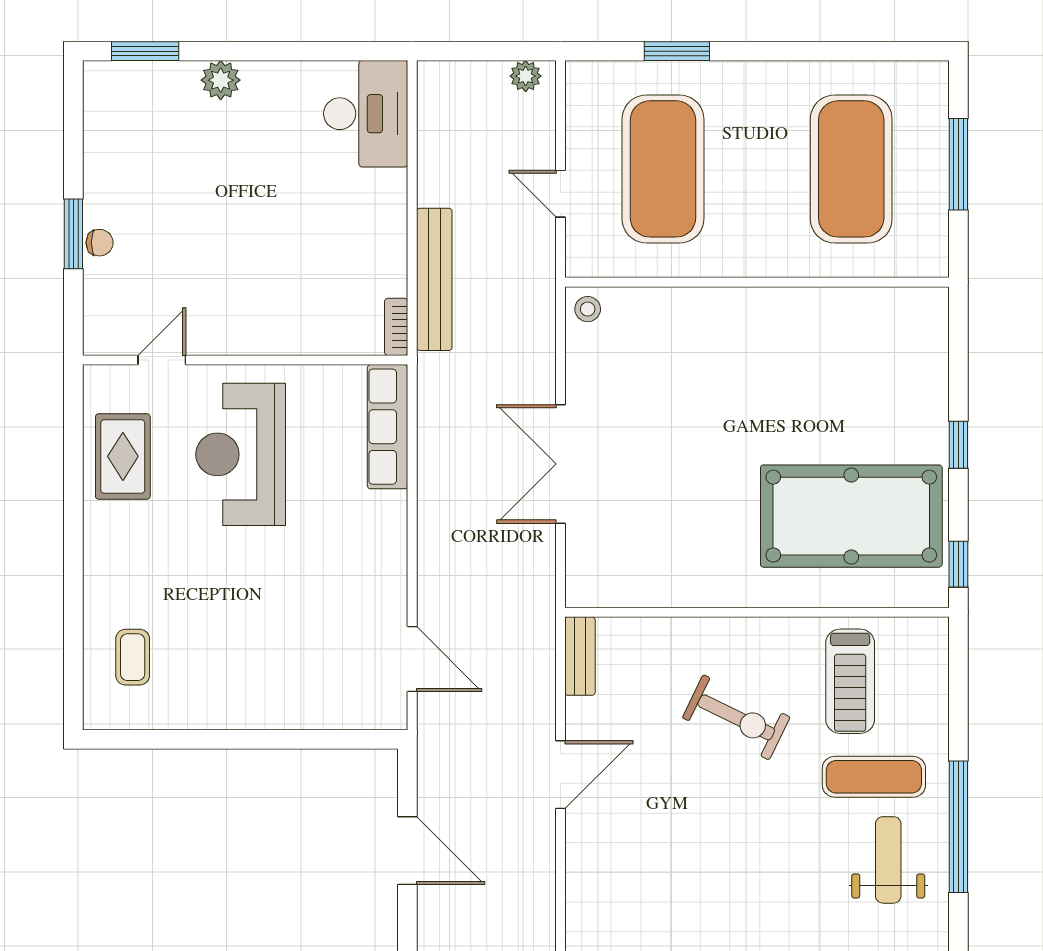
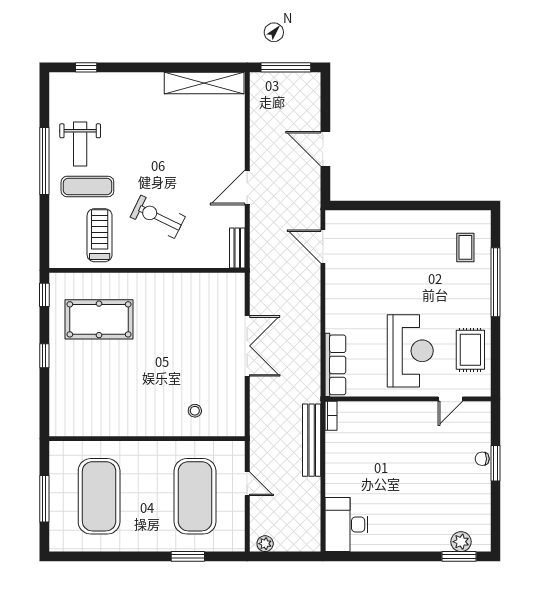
plant: (221, 80) -> (461, 542), moved
stool: (588, 309) -> (195, 411), moved
pool table: (851, 516) -> (99, 319), width x0.73, depth x0.76
window: (73, 589) -> (496, 282), added

